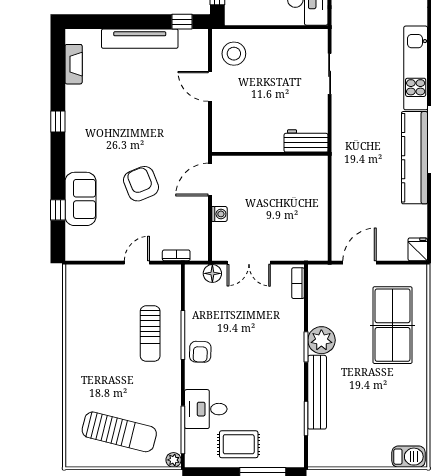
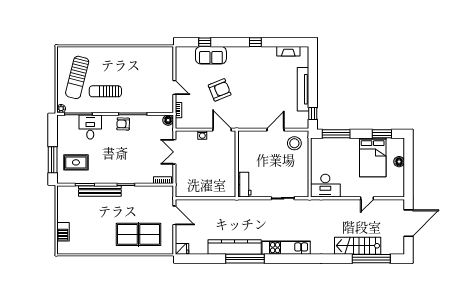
floor lamp: (212, 273) -> (168, 120), moved
sun lounger: (150, 334) -> (105, 91), moved
plant: (321, 340) -> (130, 194), removed
rug: (239, 444) -> (76, 162), moved, turned 90
barbecue: (409, 457) -> (63, 232), moved

